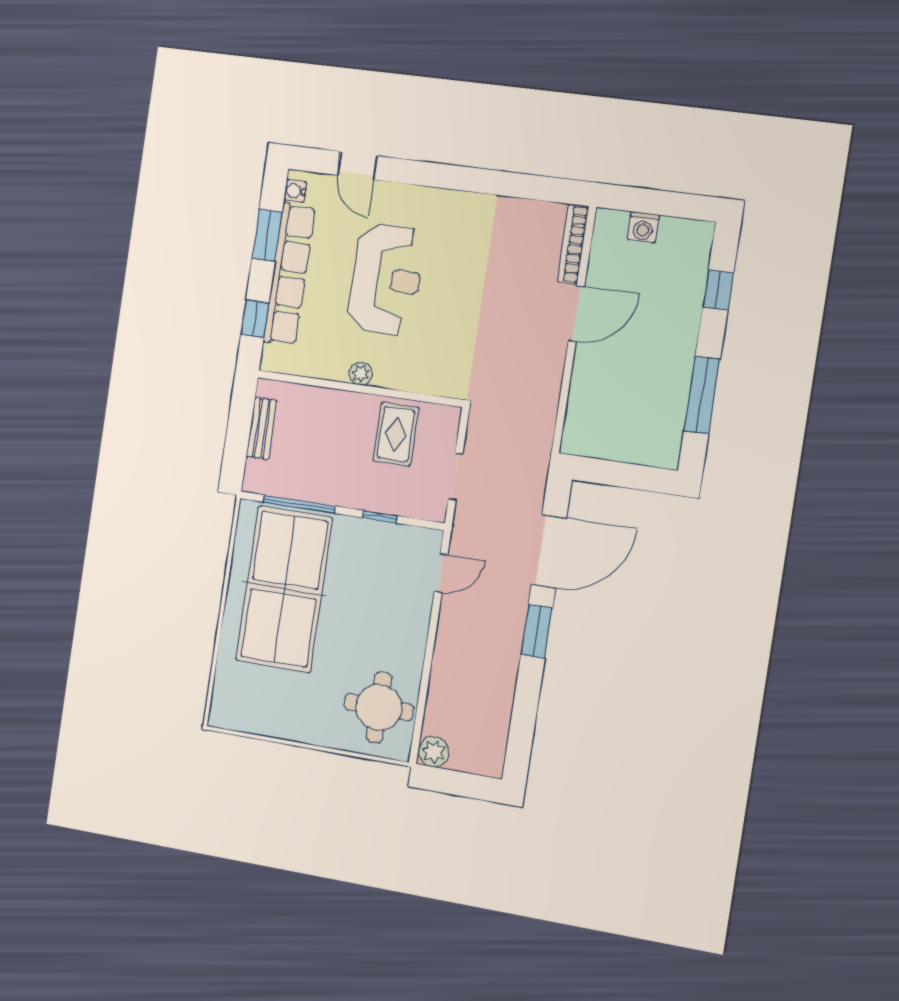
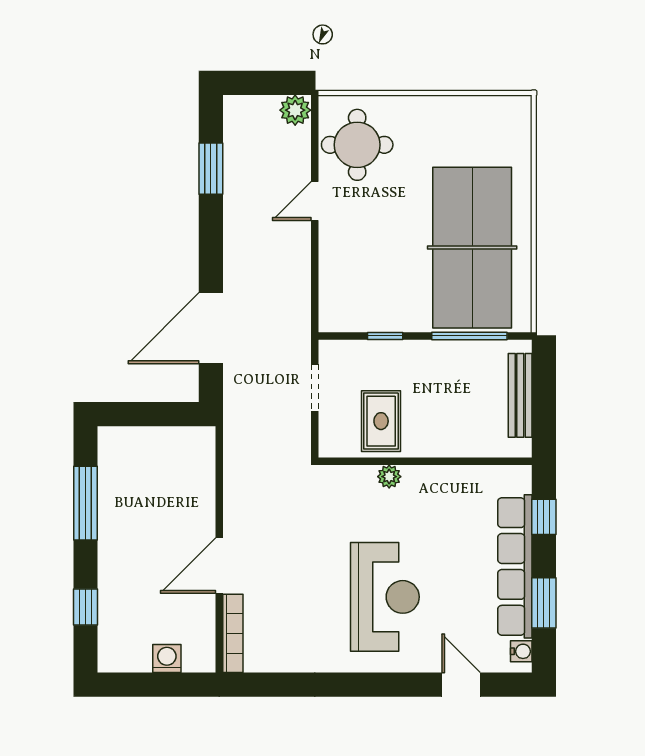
reception desk: (386, 279) -> (385, 597), moved, turned 180
plant: (361, 374) -> (389, 477), moved
bench: (262, 428) -> (520, 395), width x1.36
door: (441, 573) -> (315, 201), moved
window: (537, 631) -> (211, 169), moved

